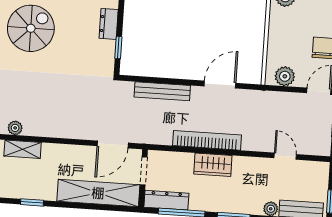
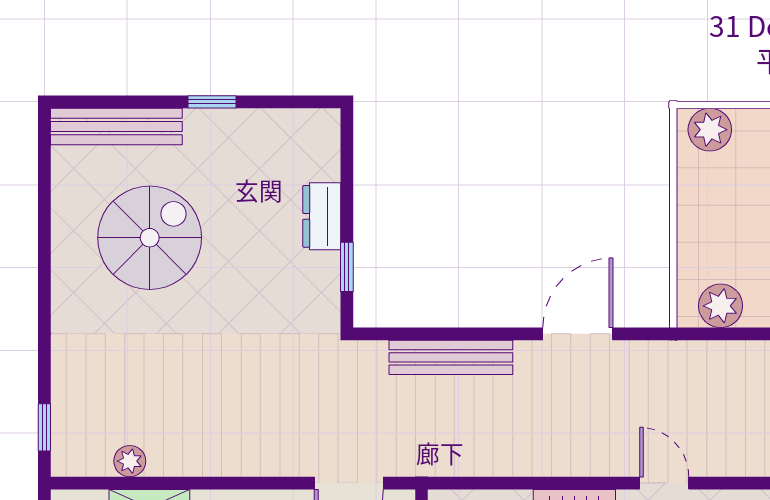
bookcase: (207, 140) -> (558, 460), removed
door: (285, 156) -> (664, 483), moved

